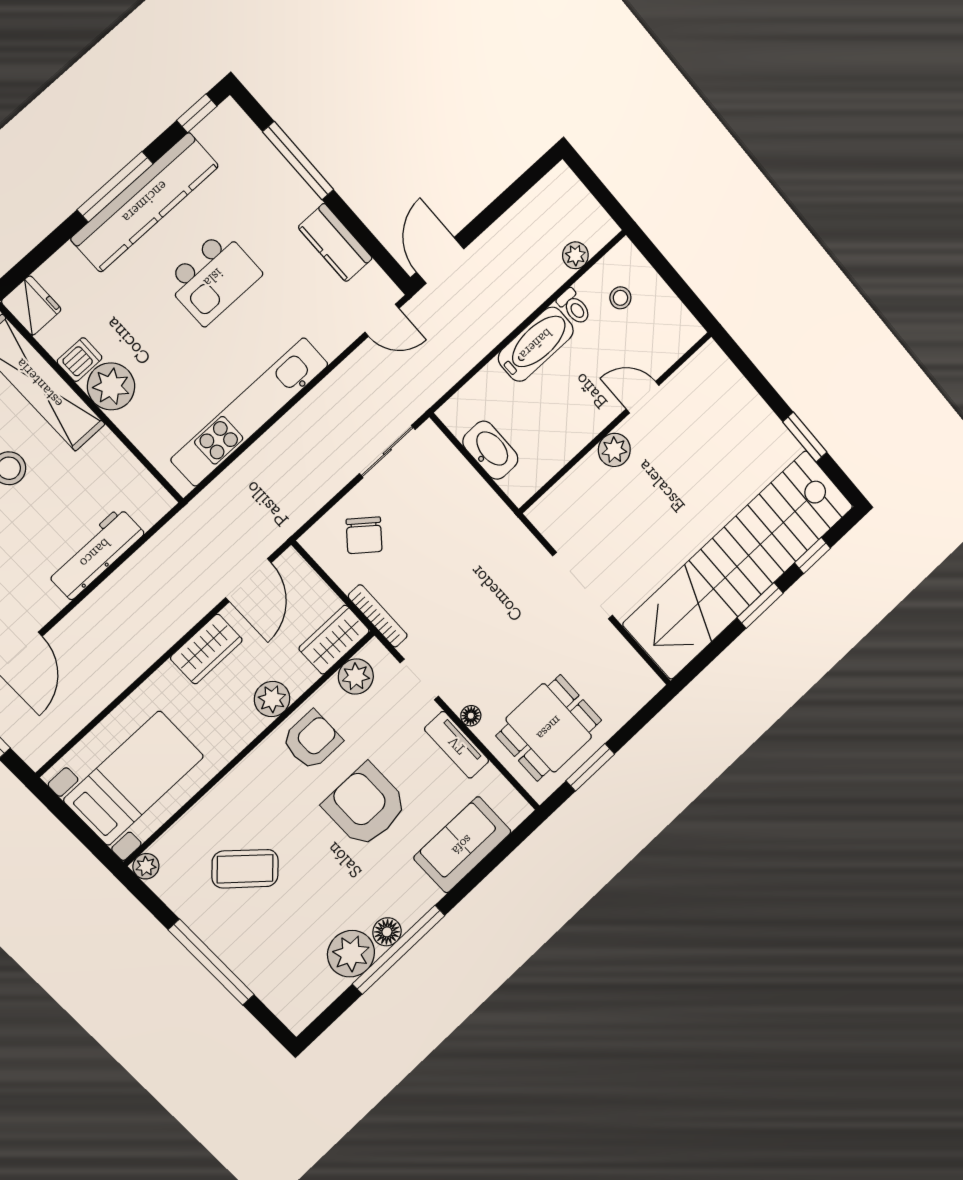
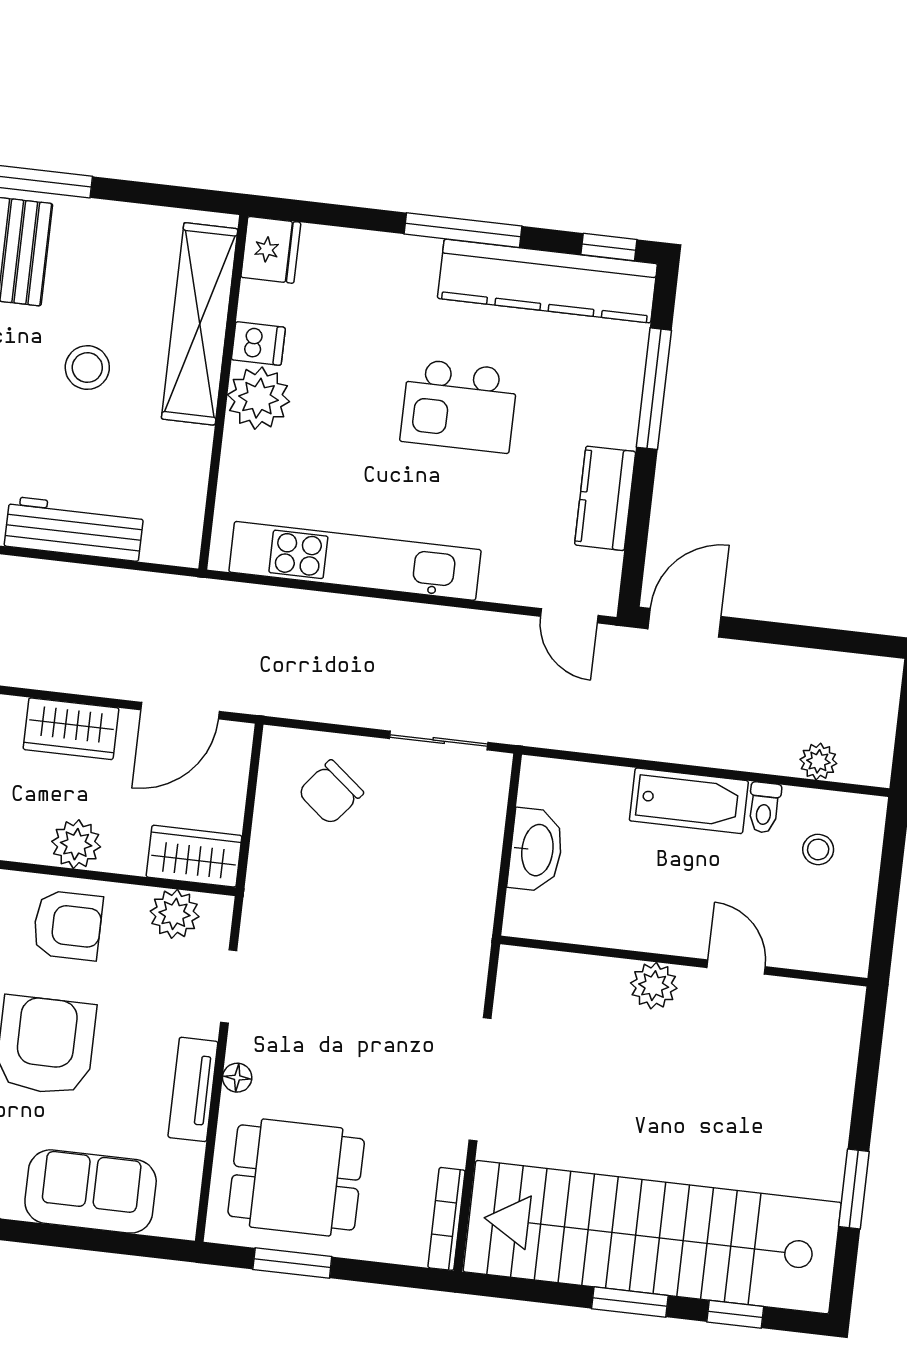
kitchen counter: (145, 202) -> (547, 281), moved
bookcase: (378, 616) -> (446, 1219), moved, turned 180

